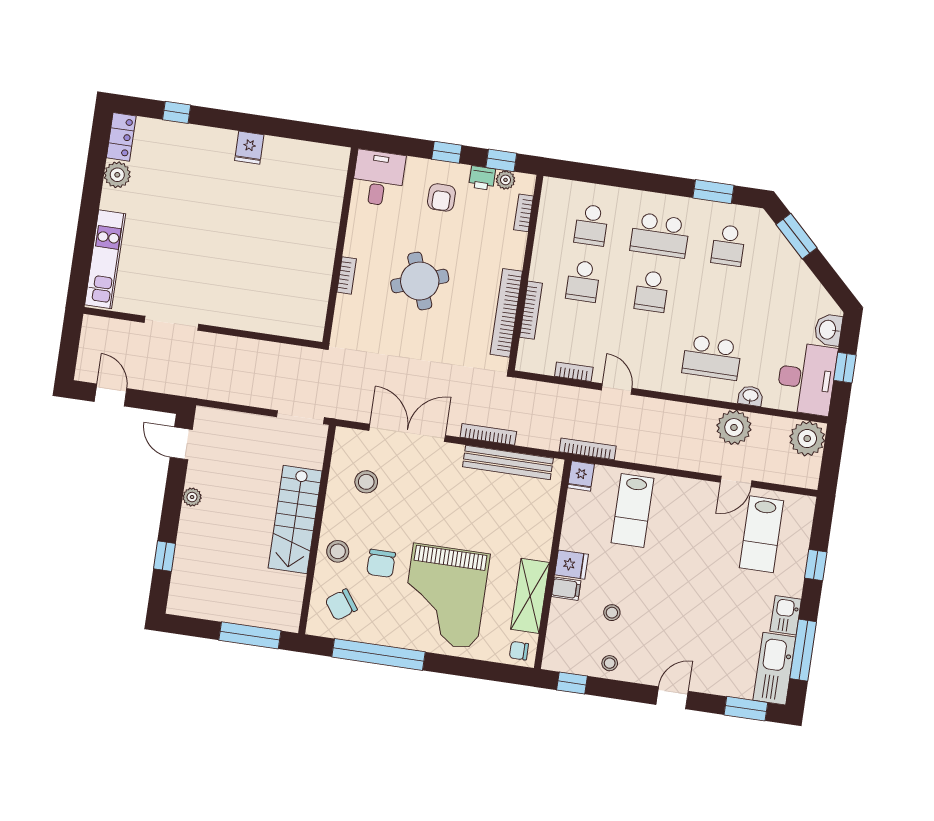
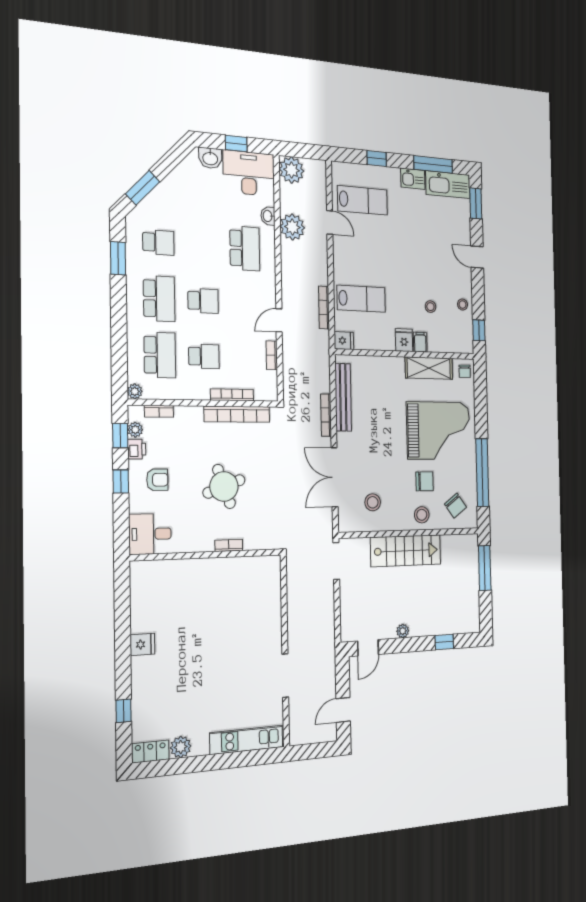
plant: (551, 187) -> (135, 391), added
school desk: (591, 225) -> (160, 355), width x1.85
bookcase: (588, 449) -> (324, 308), moved

